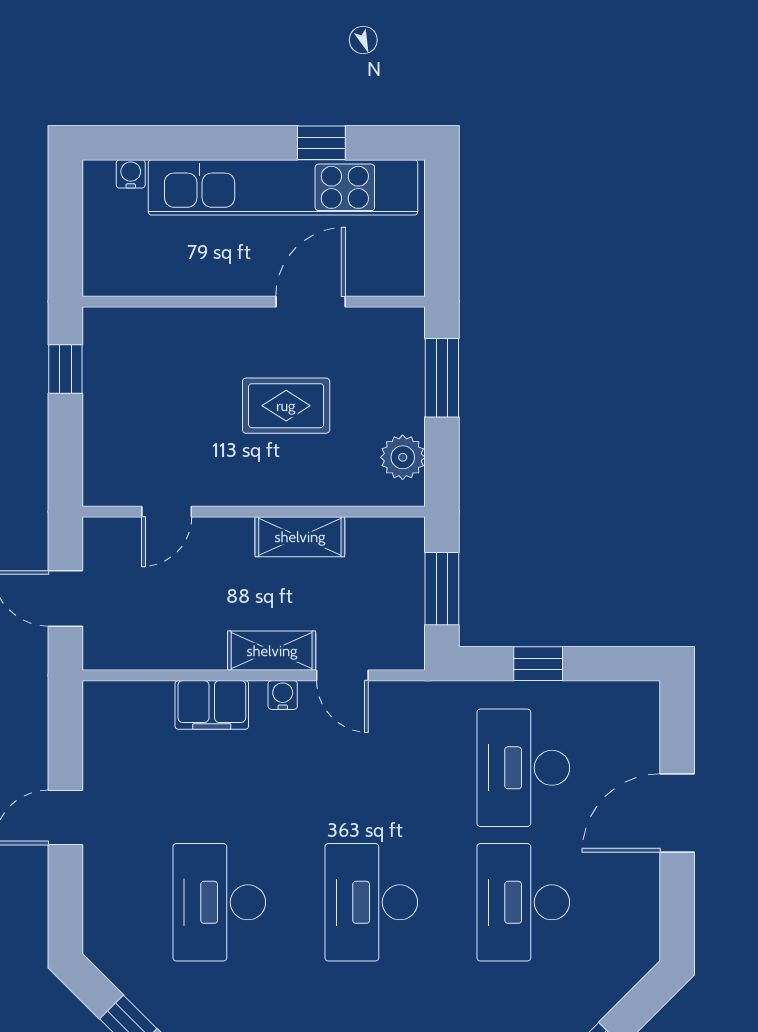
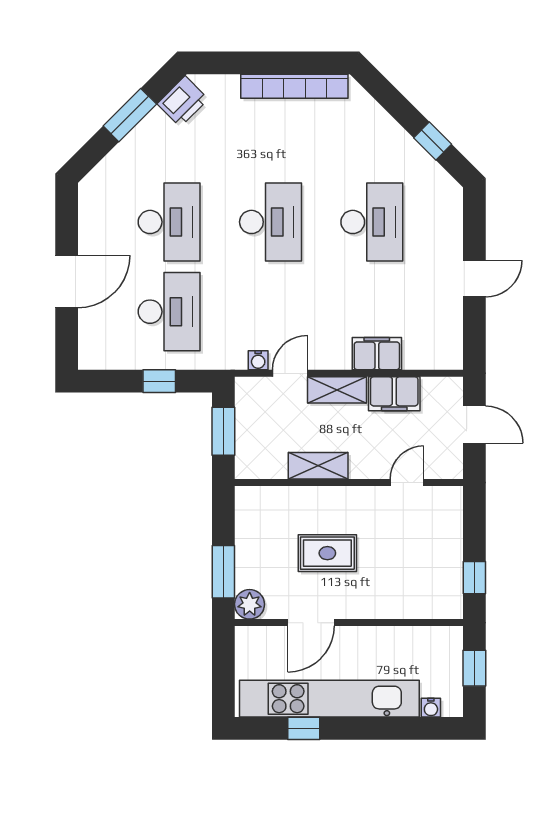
window: (65, 233) -> (474, 668), added
plant: (403, 457) -> (250, 604), moved
filing cabinet: (186, 645) -> (394, 394), added
door: (342, 675) -> (290, 373), hinge flipped
water cooler: (283, 695) -> (258, 360), moved

